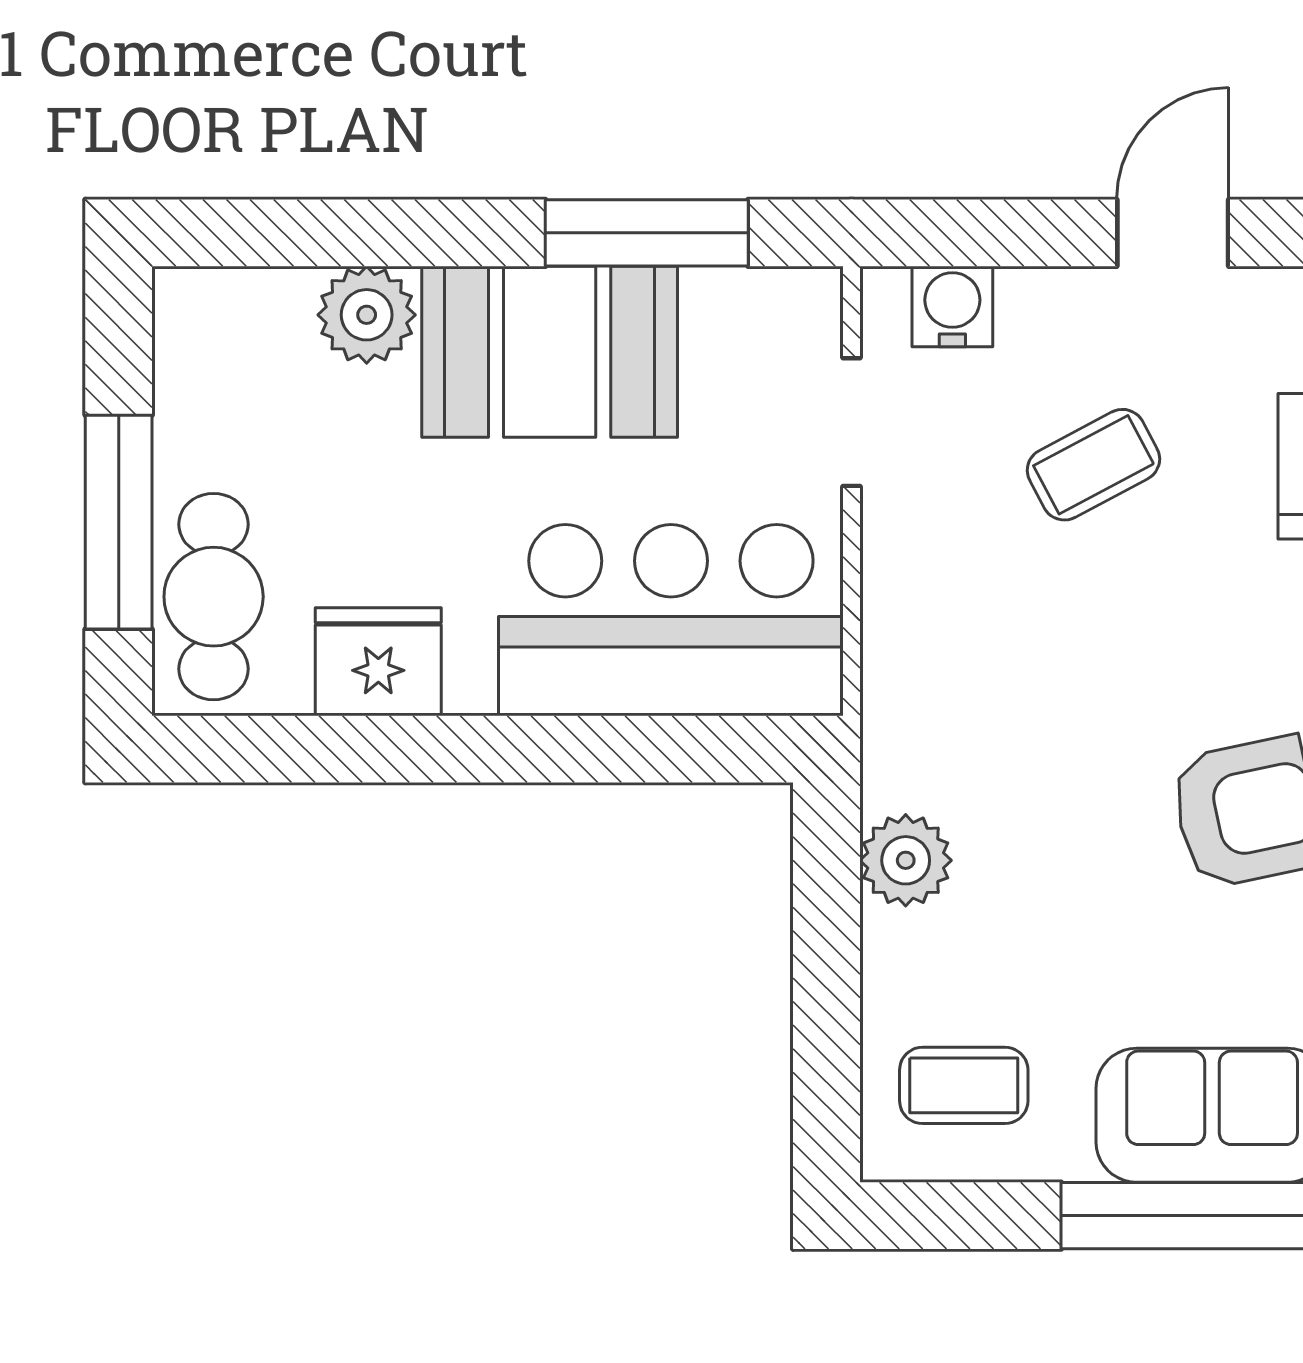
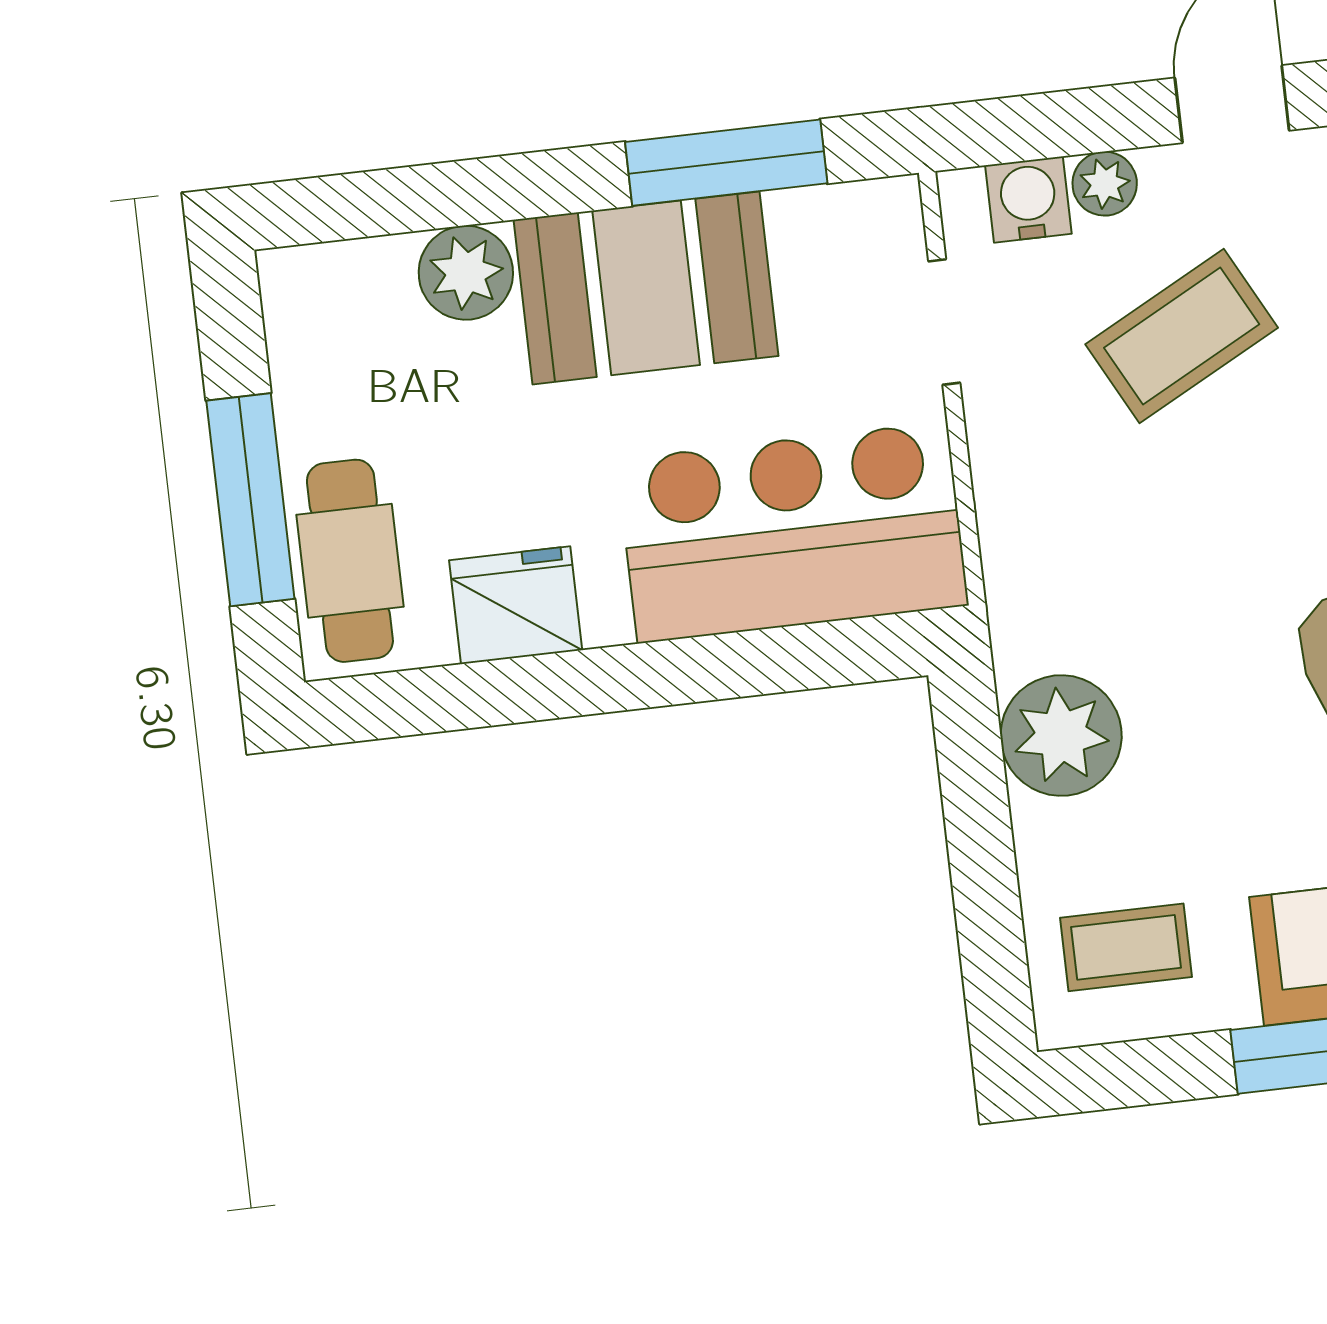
plant: (1033, 299) -> (1105, 184), added
coffee table: (1093, 465) -> (1182, 336), width x1.36, depth x1.30
plant: (906, 860) -> (1061, 736), width x1.36, depth x1.36

